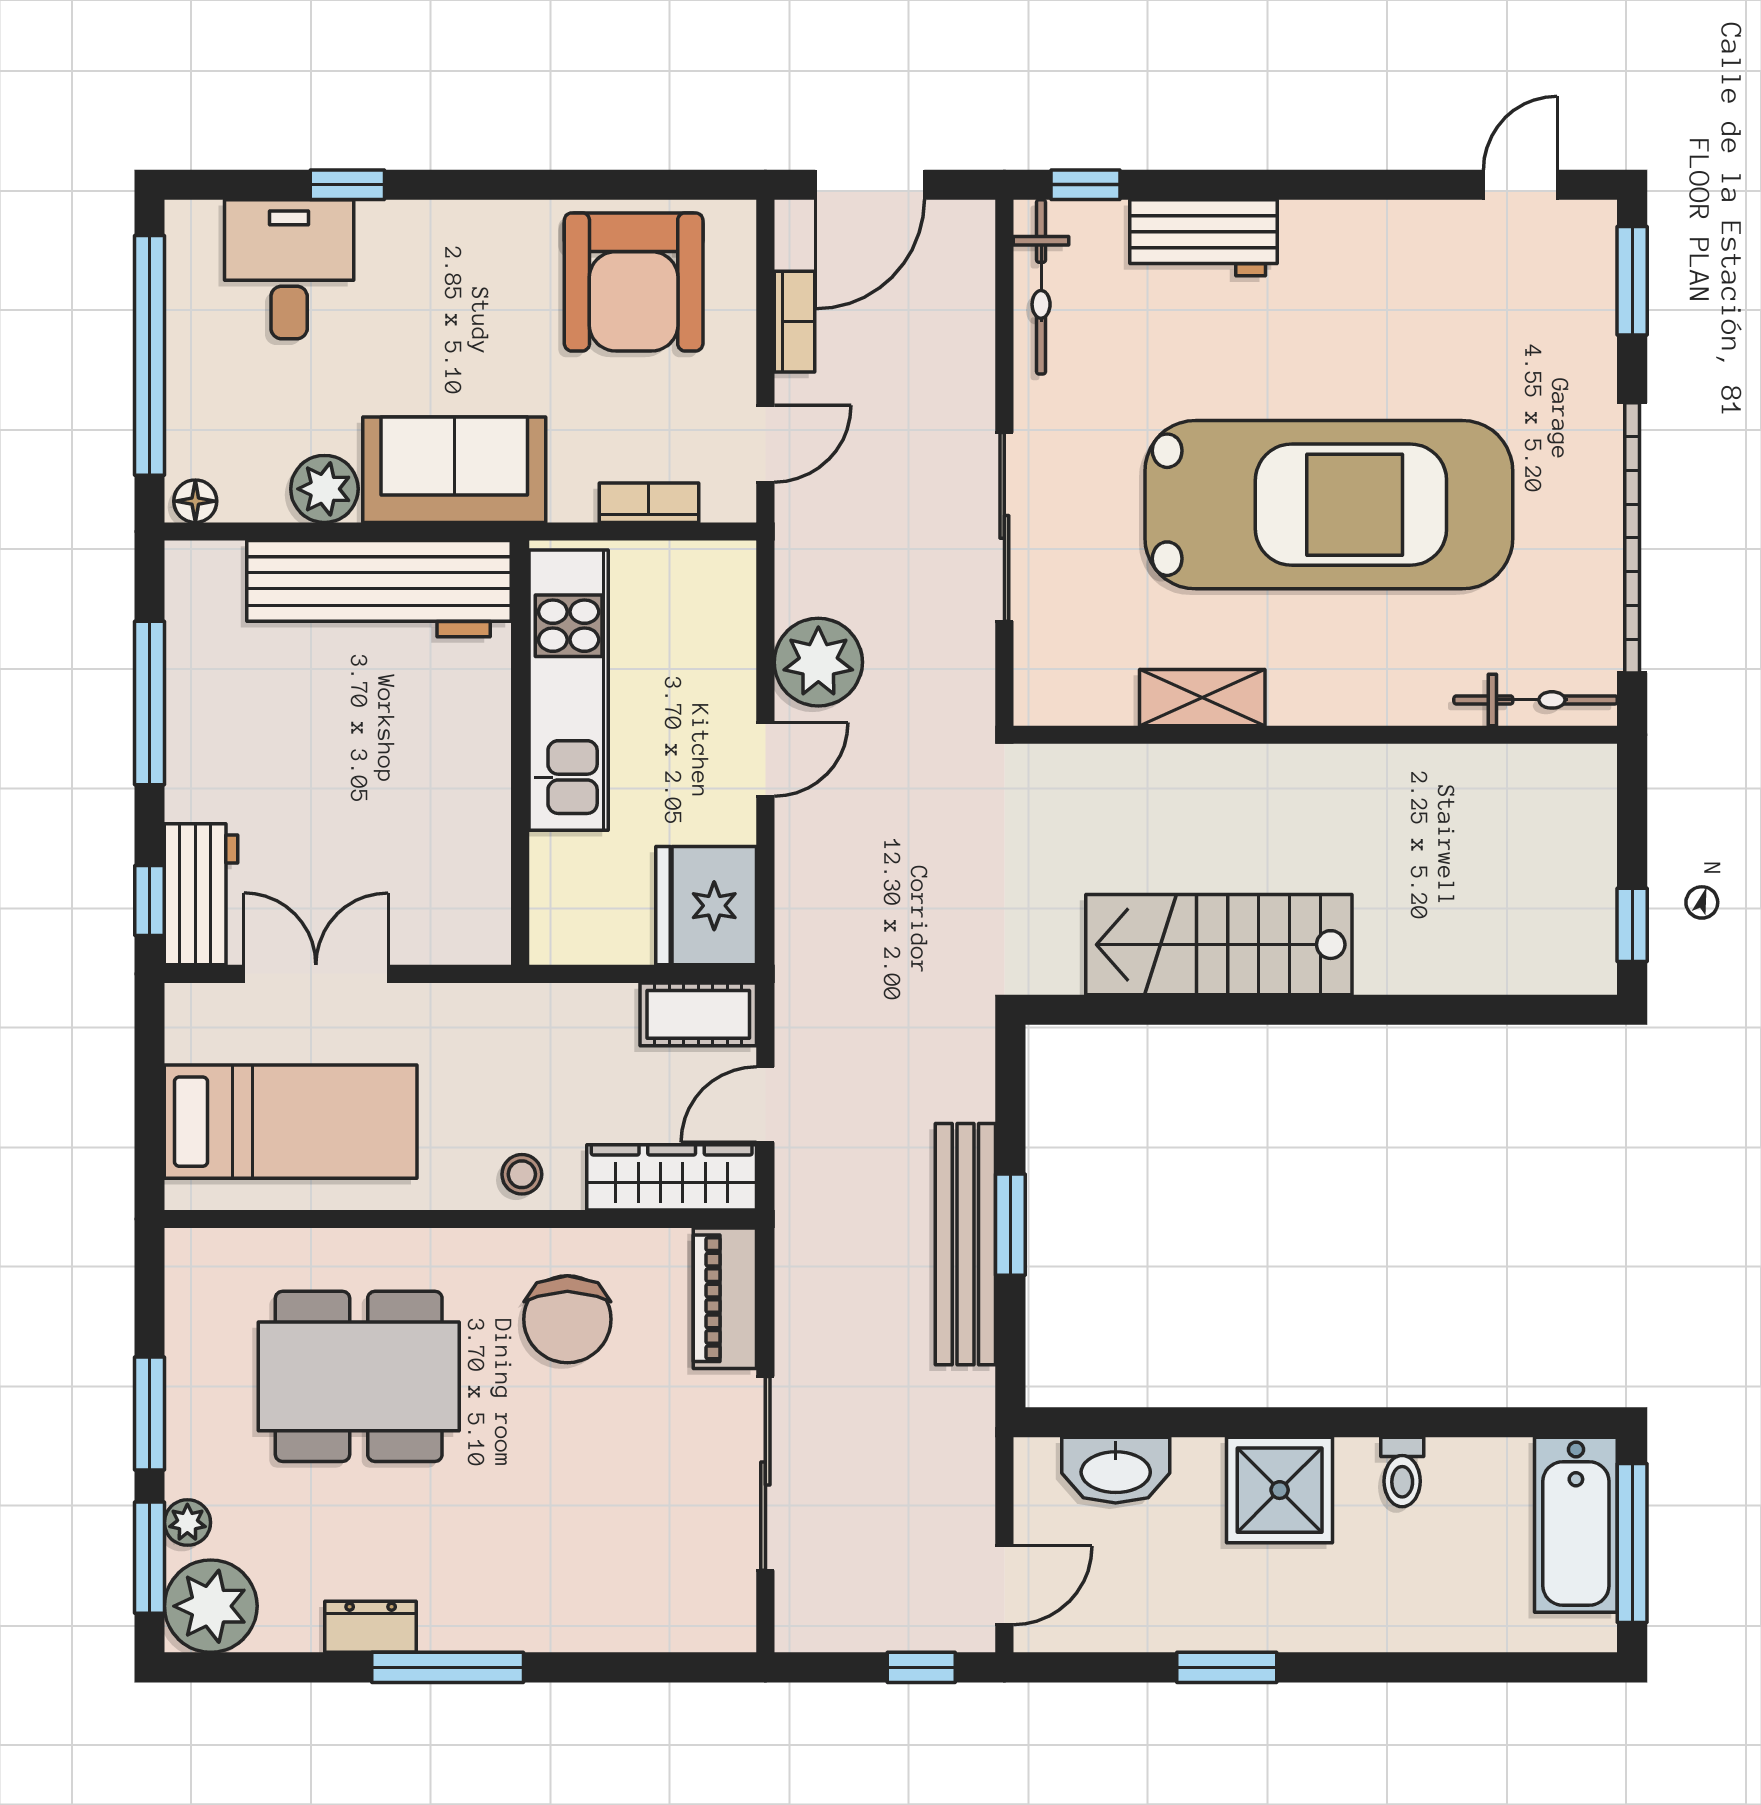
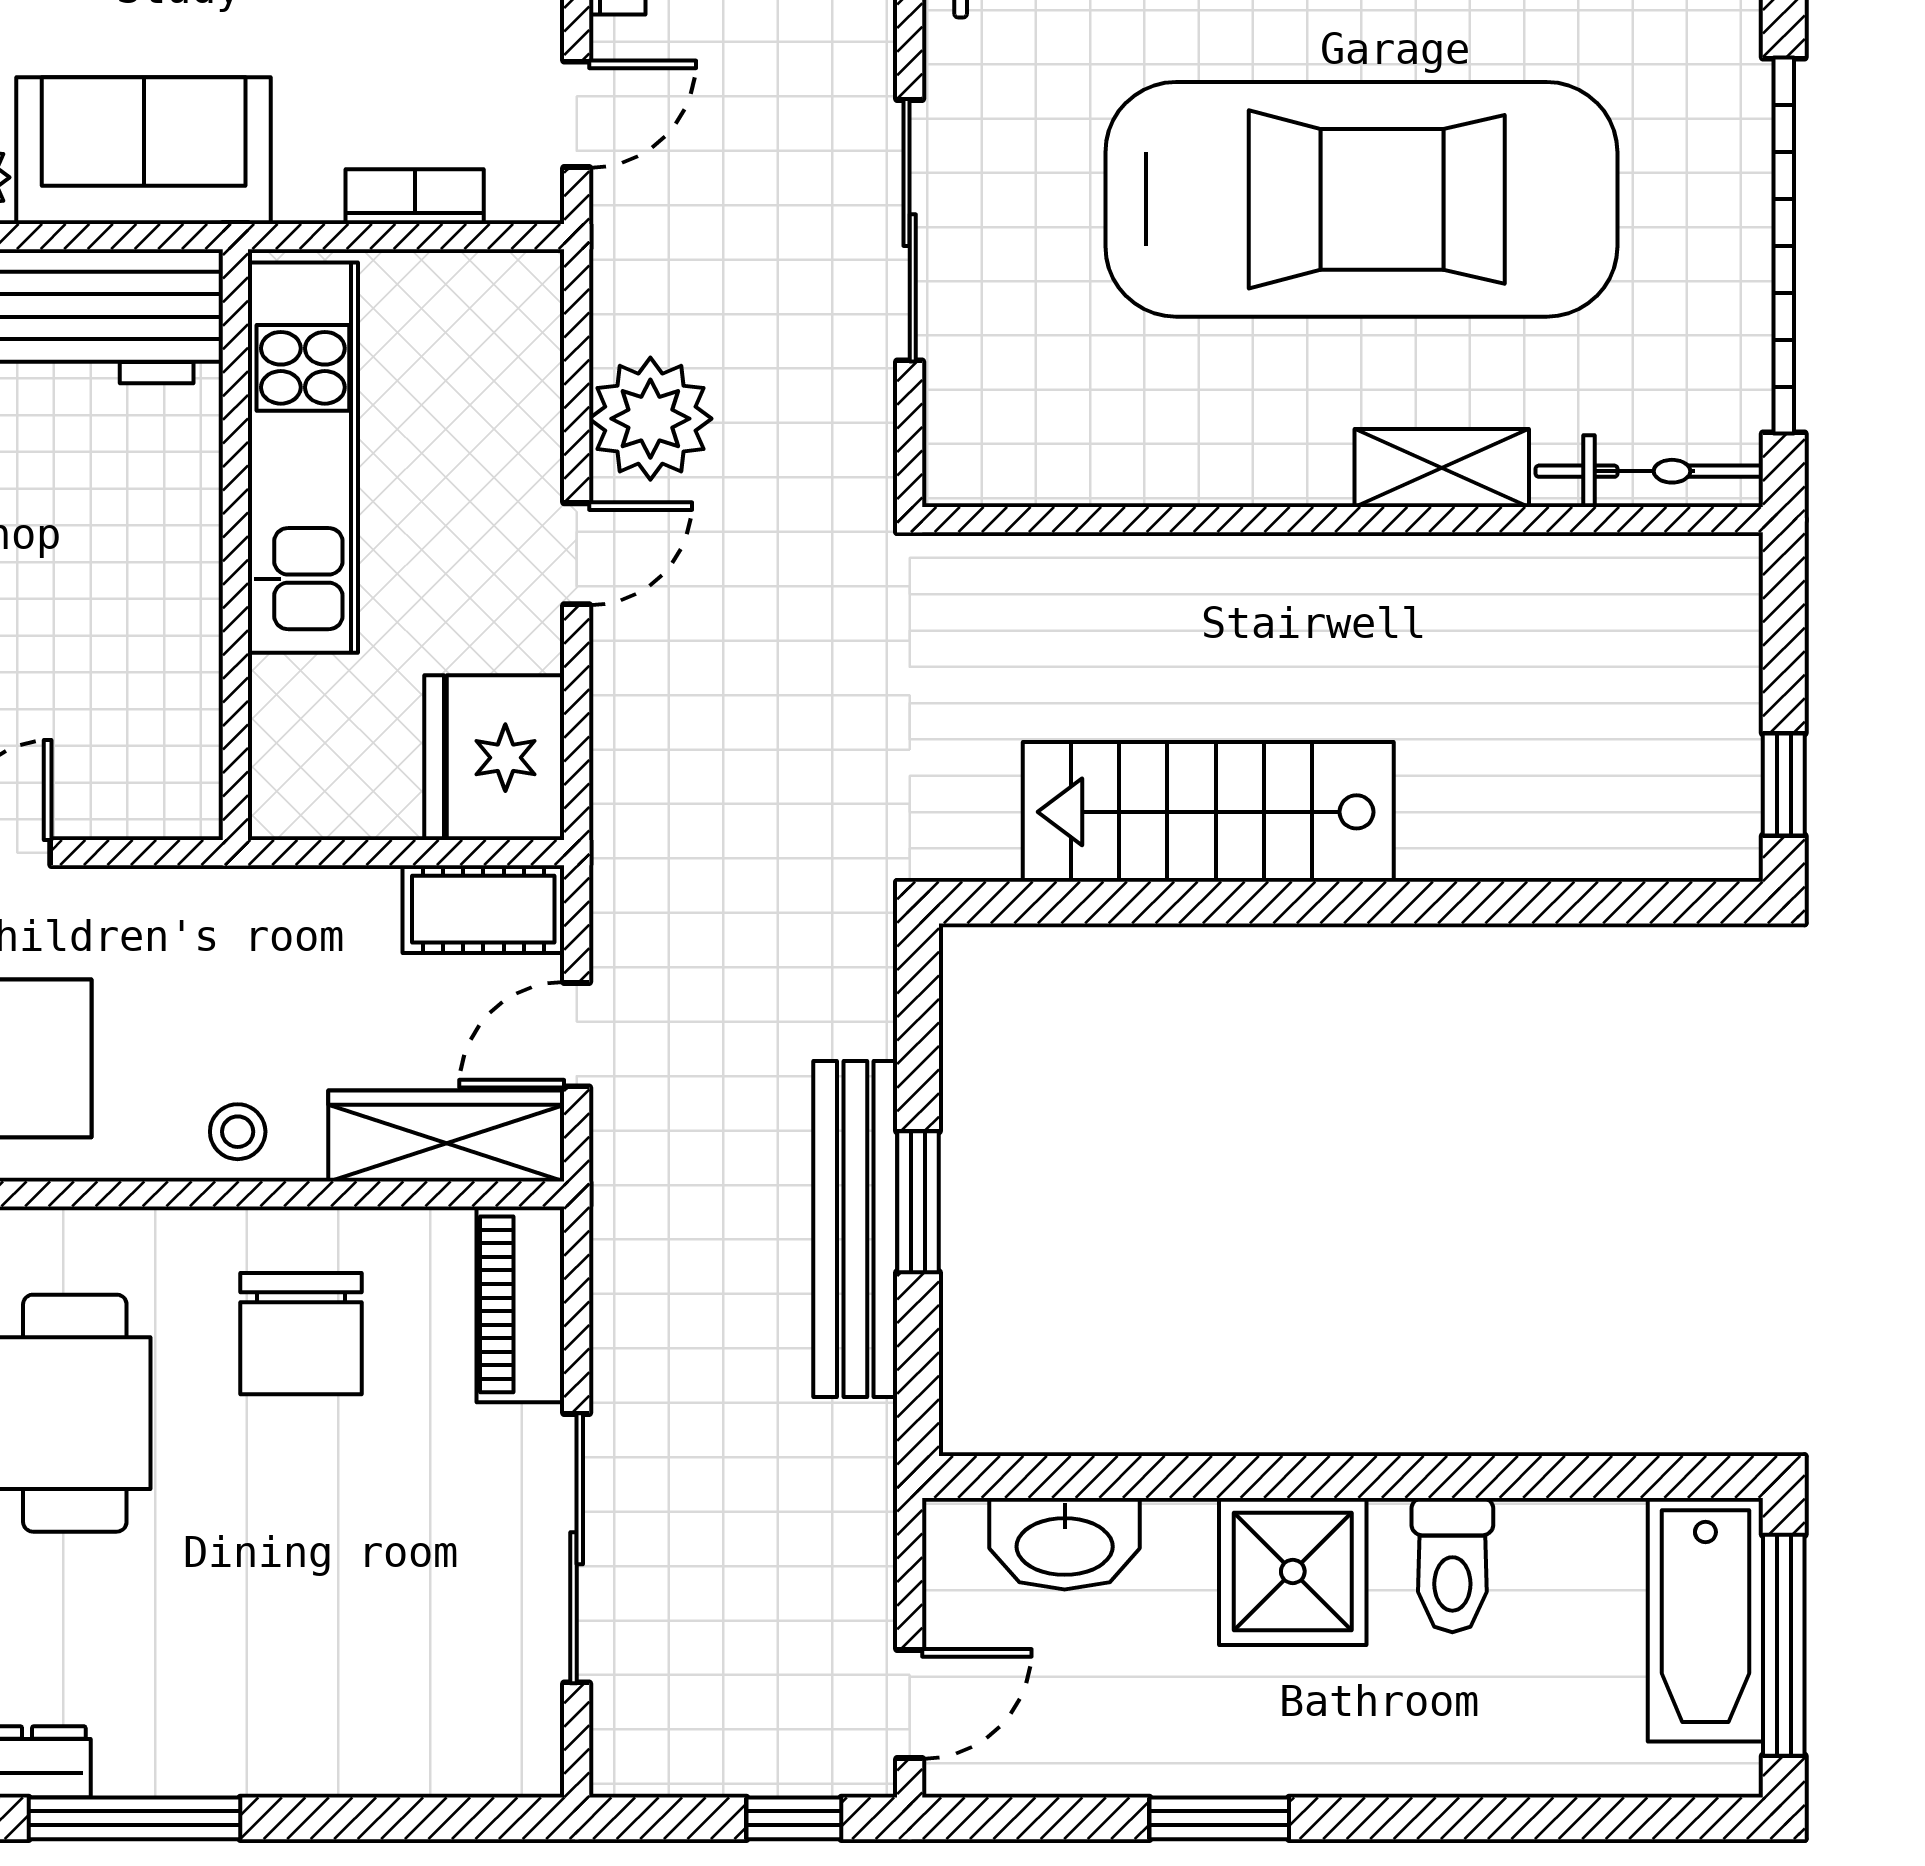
shelving: (1202, 698) -> (1442, 468), moved
toilet: (1402, 1472) -> (1452, 1565), width x1.37, depth x1.39

